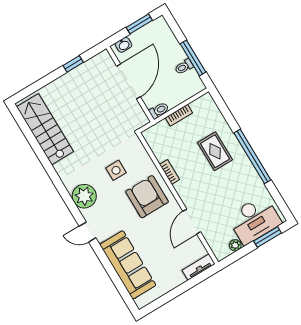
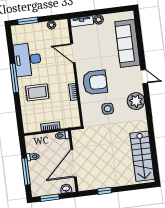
window: (193, 58) -> (26, 171), moved
rug: (215, 151) -> (37, 92), turned 90
window: (252, 156) -> (14, 78), width x0.68
armchair: (147, 197) -> (95, 82), turned -90
desk: (254, 220) -> (28, 60), moved, turned -90
door: (192, 222) -> (73, 53), swing flipped
plant: (178, 279) -> (99, 20), added

